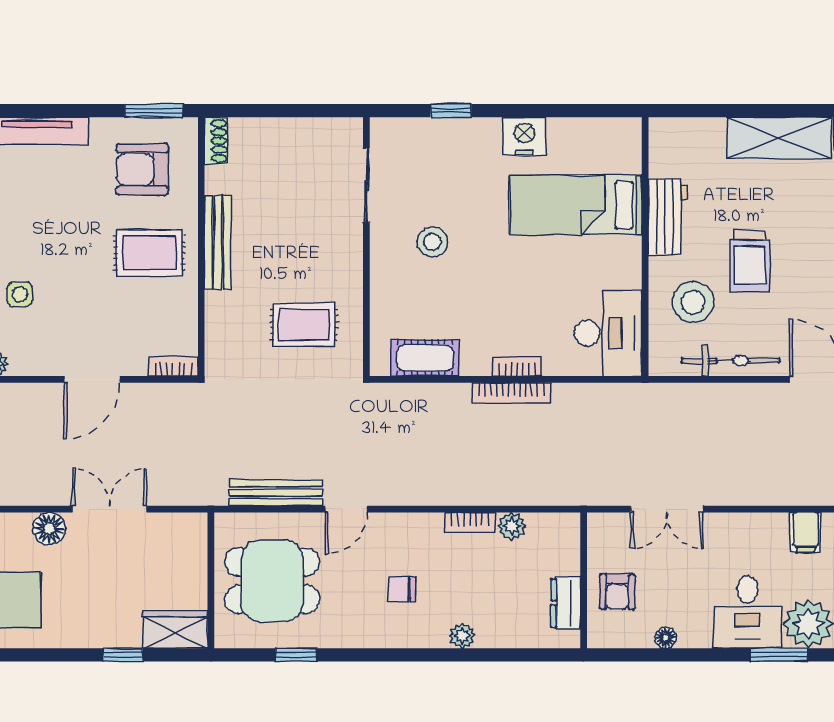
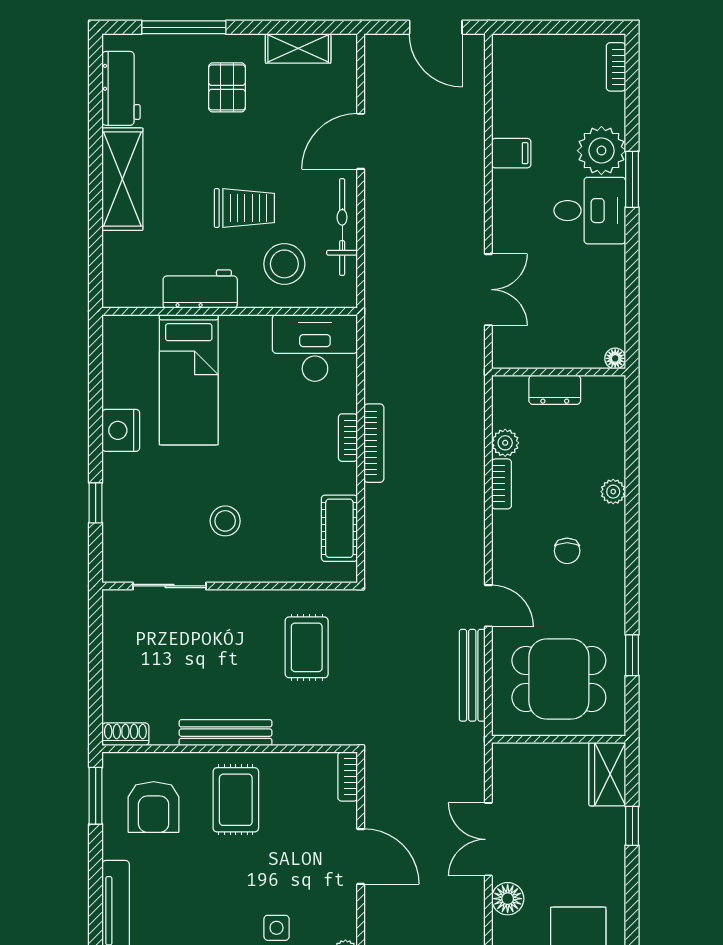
dining table: (272, 581) -> (559, 679), turned 90
armchair: (617, 592) -> (570, 339), removed
dresser: (566, 603) -> (555, 390), moved
floor lamp: (666, 638) -> (615, 358), moved

